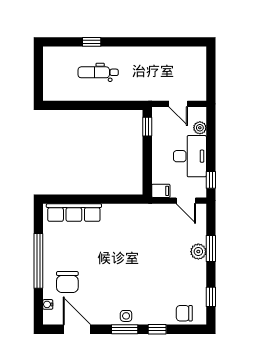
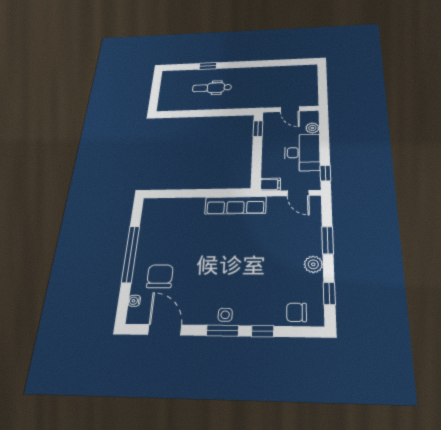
row of seats: (74, 213) -> (236, 205), moved
plant: (198, 252) -> (313, 264), moved
chair: (67, 282) -> (160, 276), turned 180

